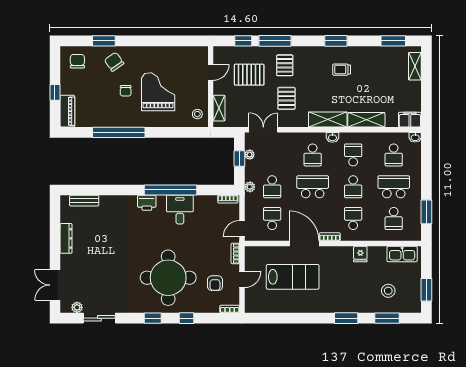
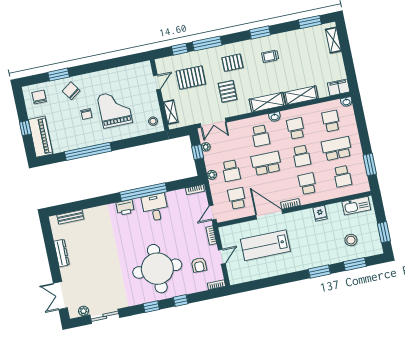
pallet: (285, 65) -> (232, 63), moved, turned 90
piano: (67, 111) -> (40, 137), width x1.37, depth x1.33
double door: (263, 130) -> (213, 123), swing flipped
school desk: (394, 155) -> (331, 121), turned 180
lab bench: (293, 277) -> (265, 245), turned 180

